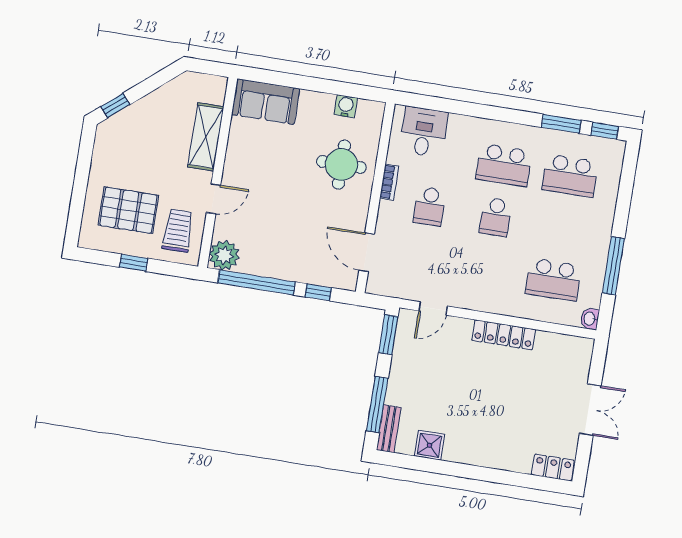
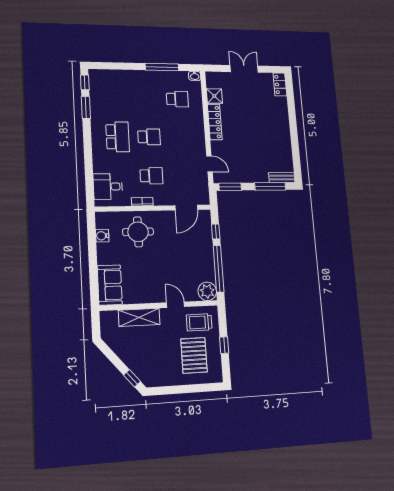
school desk: (570, 176) -> (116, 98), removed
school desk: (553, 280) -> (177, 99), width x0.54
shower: (429, 445) -> (214, 96), moved

